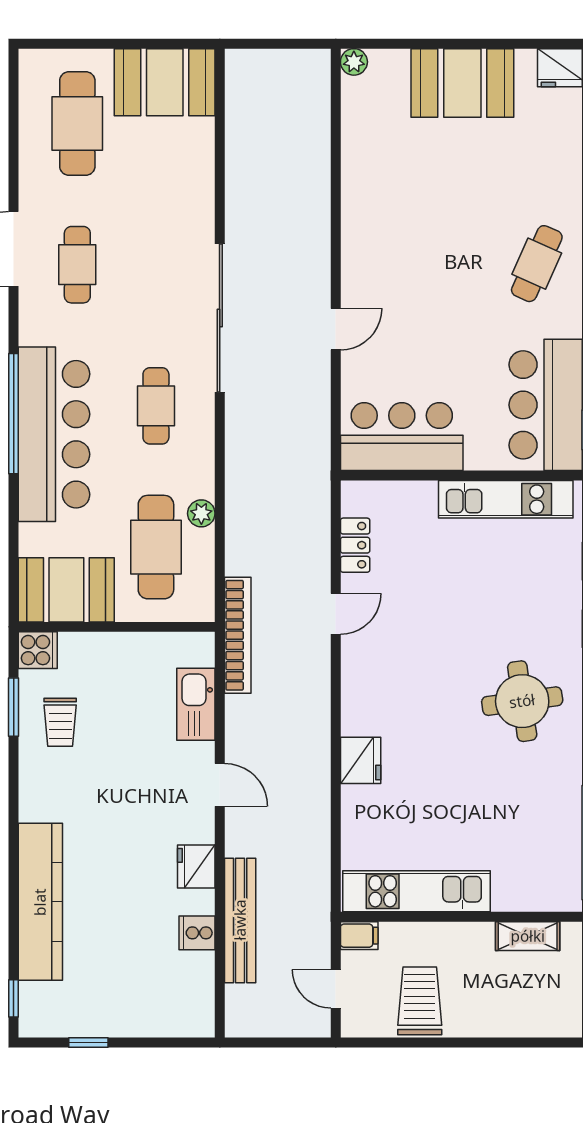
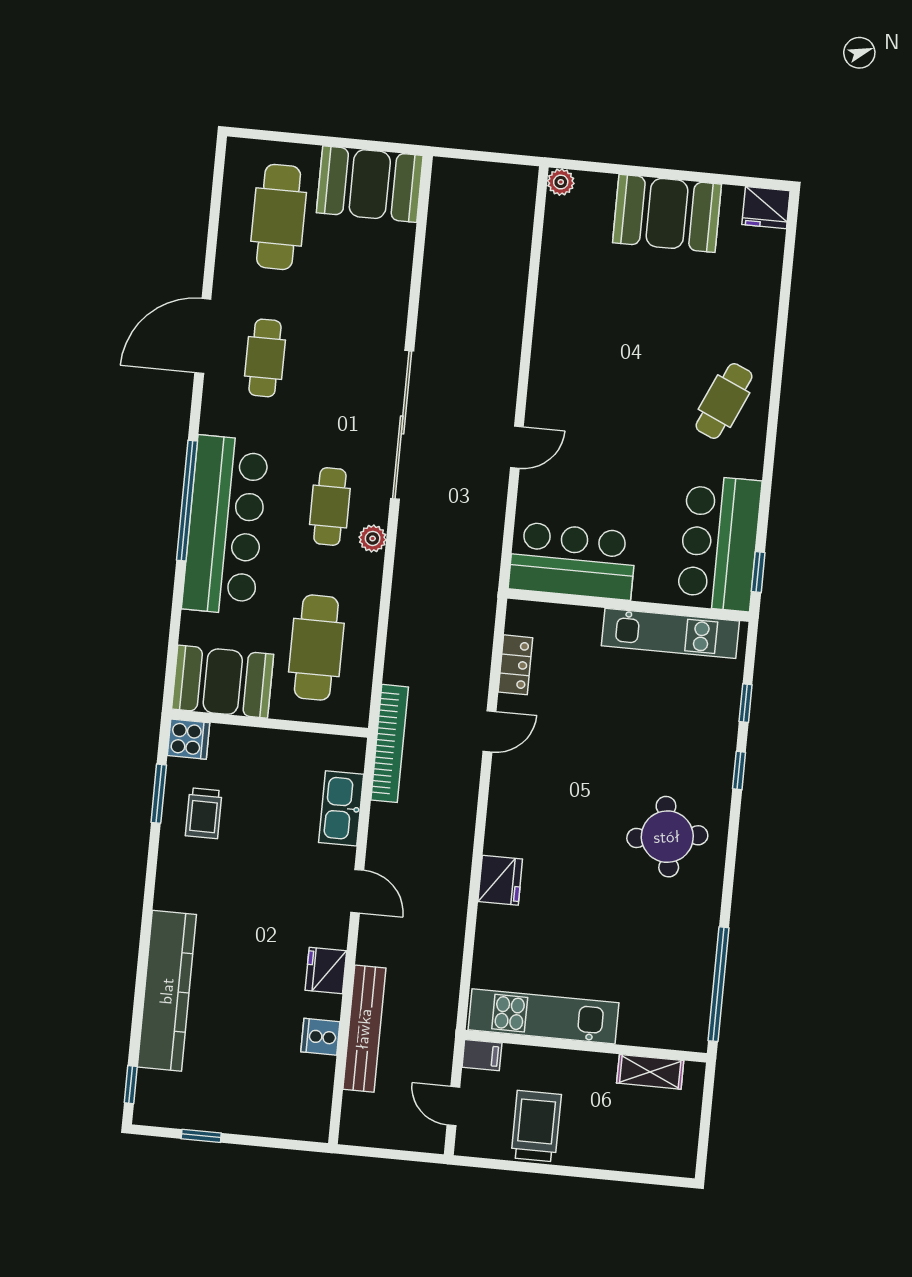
plant: (201, 513) -> (373, 538), moved

